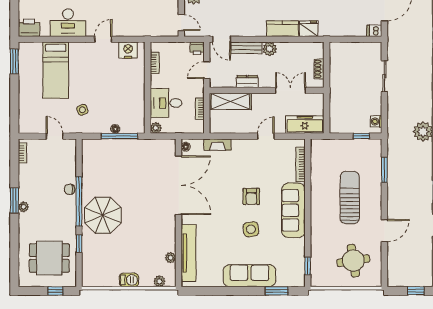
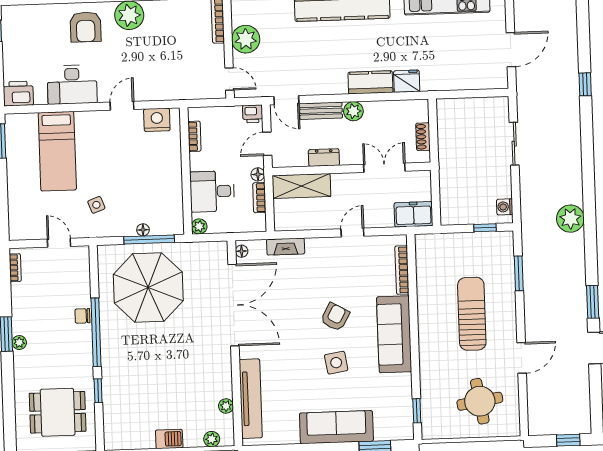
dishwasher: (374, 31) -> (498, 81), removed
floor lamp: (199, 92) -> (258, 174), added
freezer: (305, 125) -> (413, 214), width x0.71
armchair: (251, 196) -> (335, 317), turned -151
parasol: (103, 215) -> (148, 288), moved, width x1.36, depth x1.36

